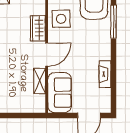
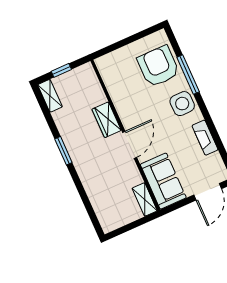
side table: (61, 19) -> (182, 104), moved
shelving: (40, 81) -> (145, 199), moved

